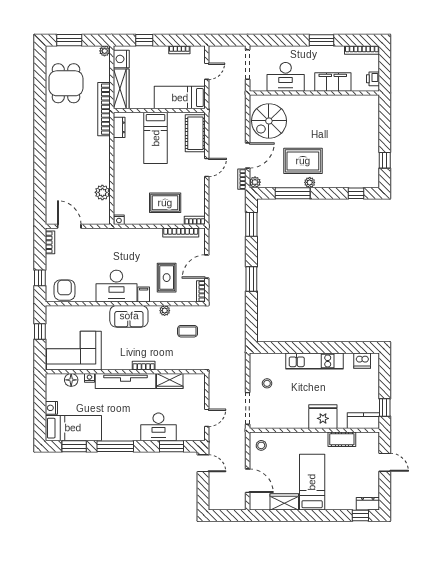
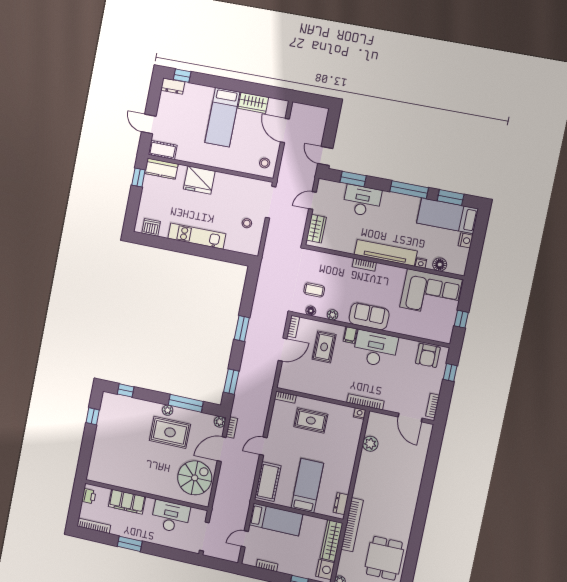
bookcase: (181, 232) -> (365, 402), moved
floor lamp: (187, 310) -> (311, 311), added
wardrobe: (170, 381) -> (316, 229), moved, turned 90
cot: (342, 439) -> (163, 150), moved

